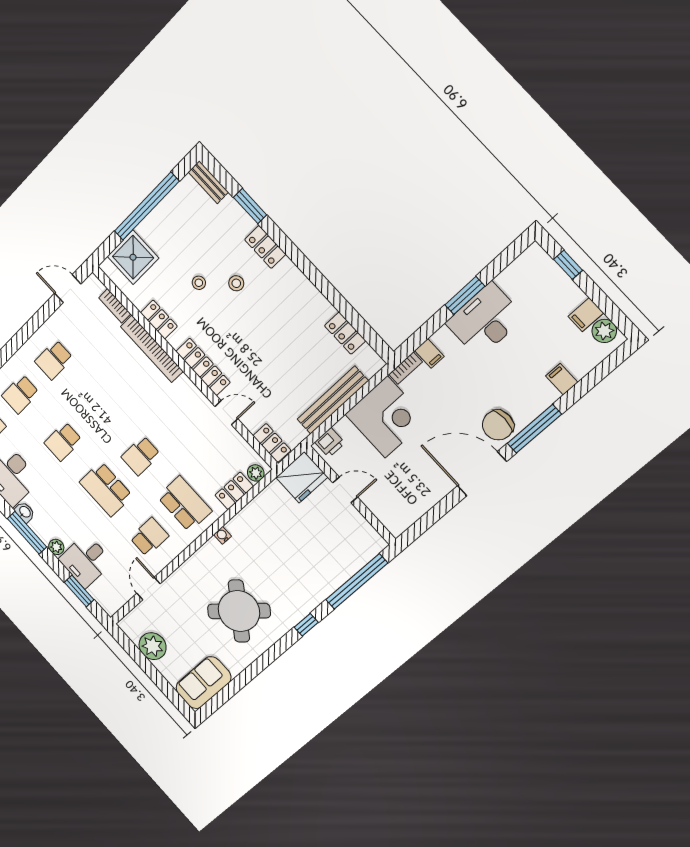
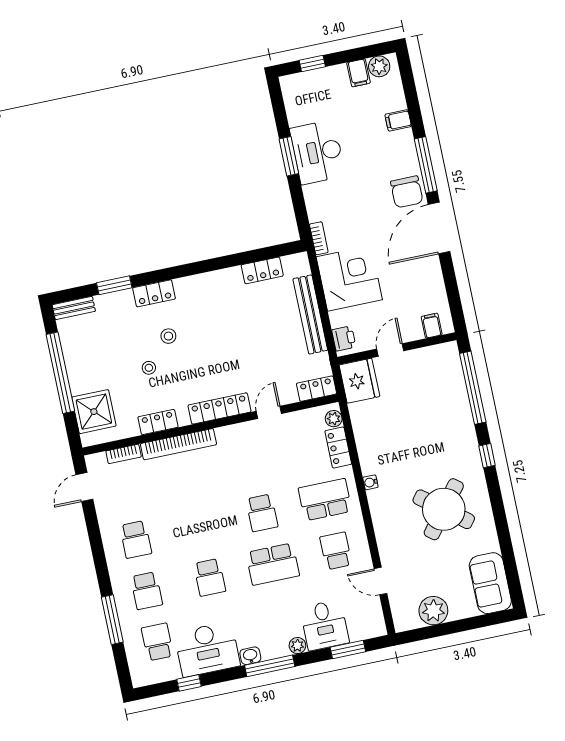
filing cabinet: (429, 353) -> (432, 326), moved, turned -90

